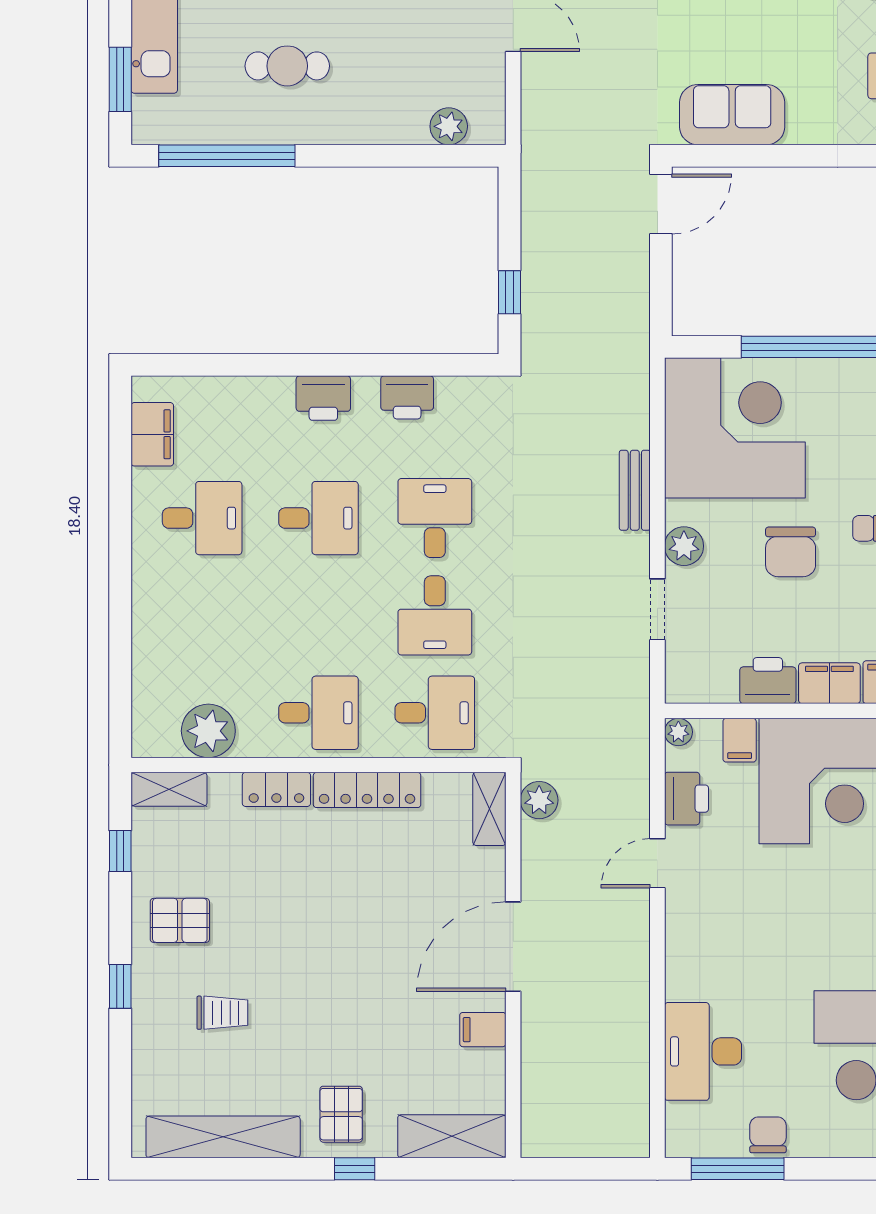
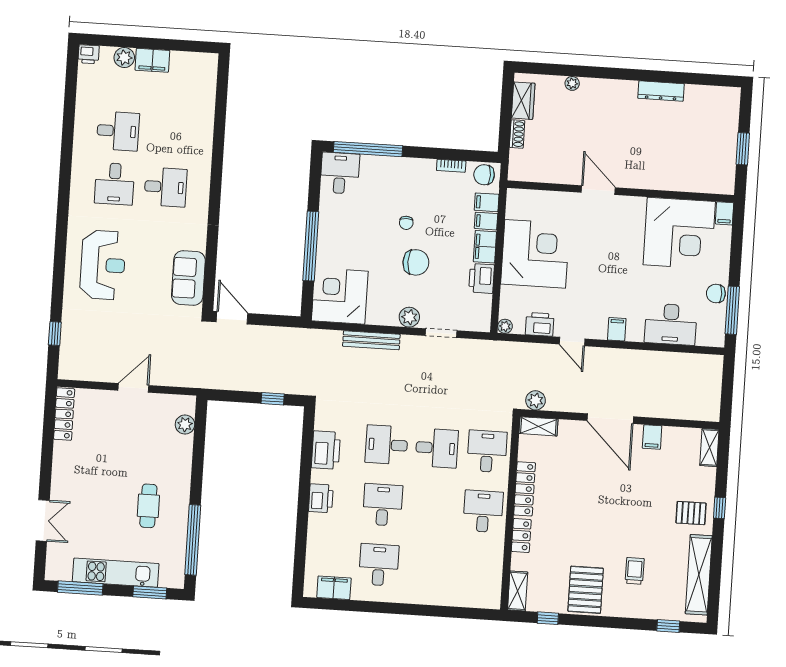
printer: (407, 397) -> (326, 450), width x1.37, depth x1.19
corner desk: (735, 428) -> (340, 296), width x0.74, depth x0.74
bench: (635, 490) -> (371, 340), width x1.36
plant: (208, 731) -> (489, 569), removed
filing cabinet: (740, 740) -> (617, 329), moved, turned -90
pallet: (180, 920) -> (586, 590), width x1.50, depth x1.42
window: (120, 986) -> (668, 626), moved
shelving: (452, 1136) -> (709, 448), width x0.67, depth x0.75

